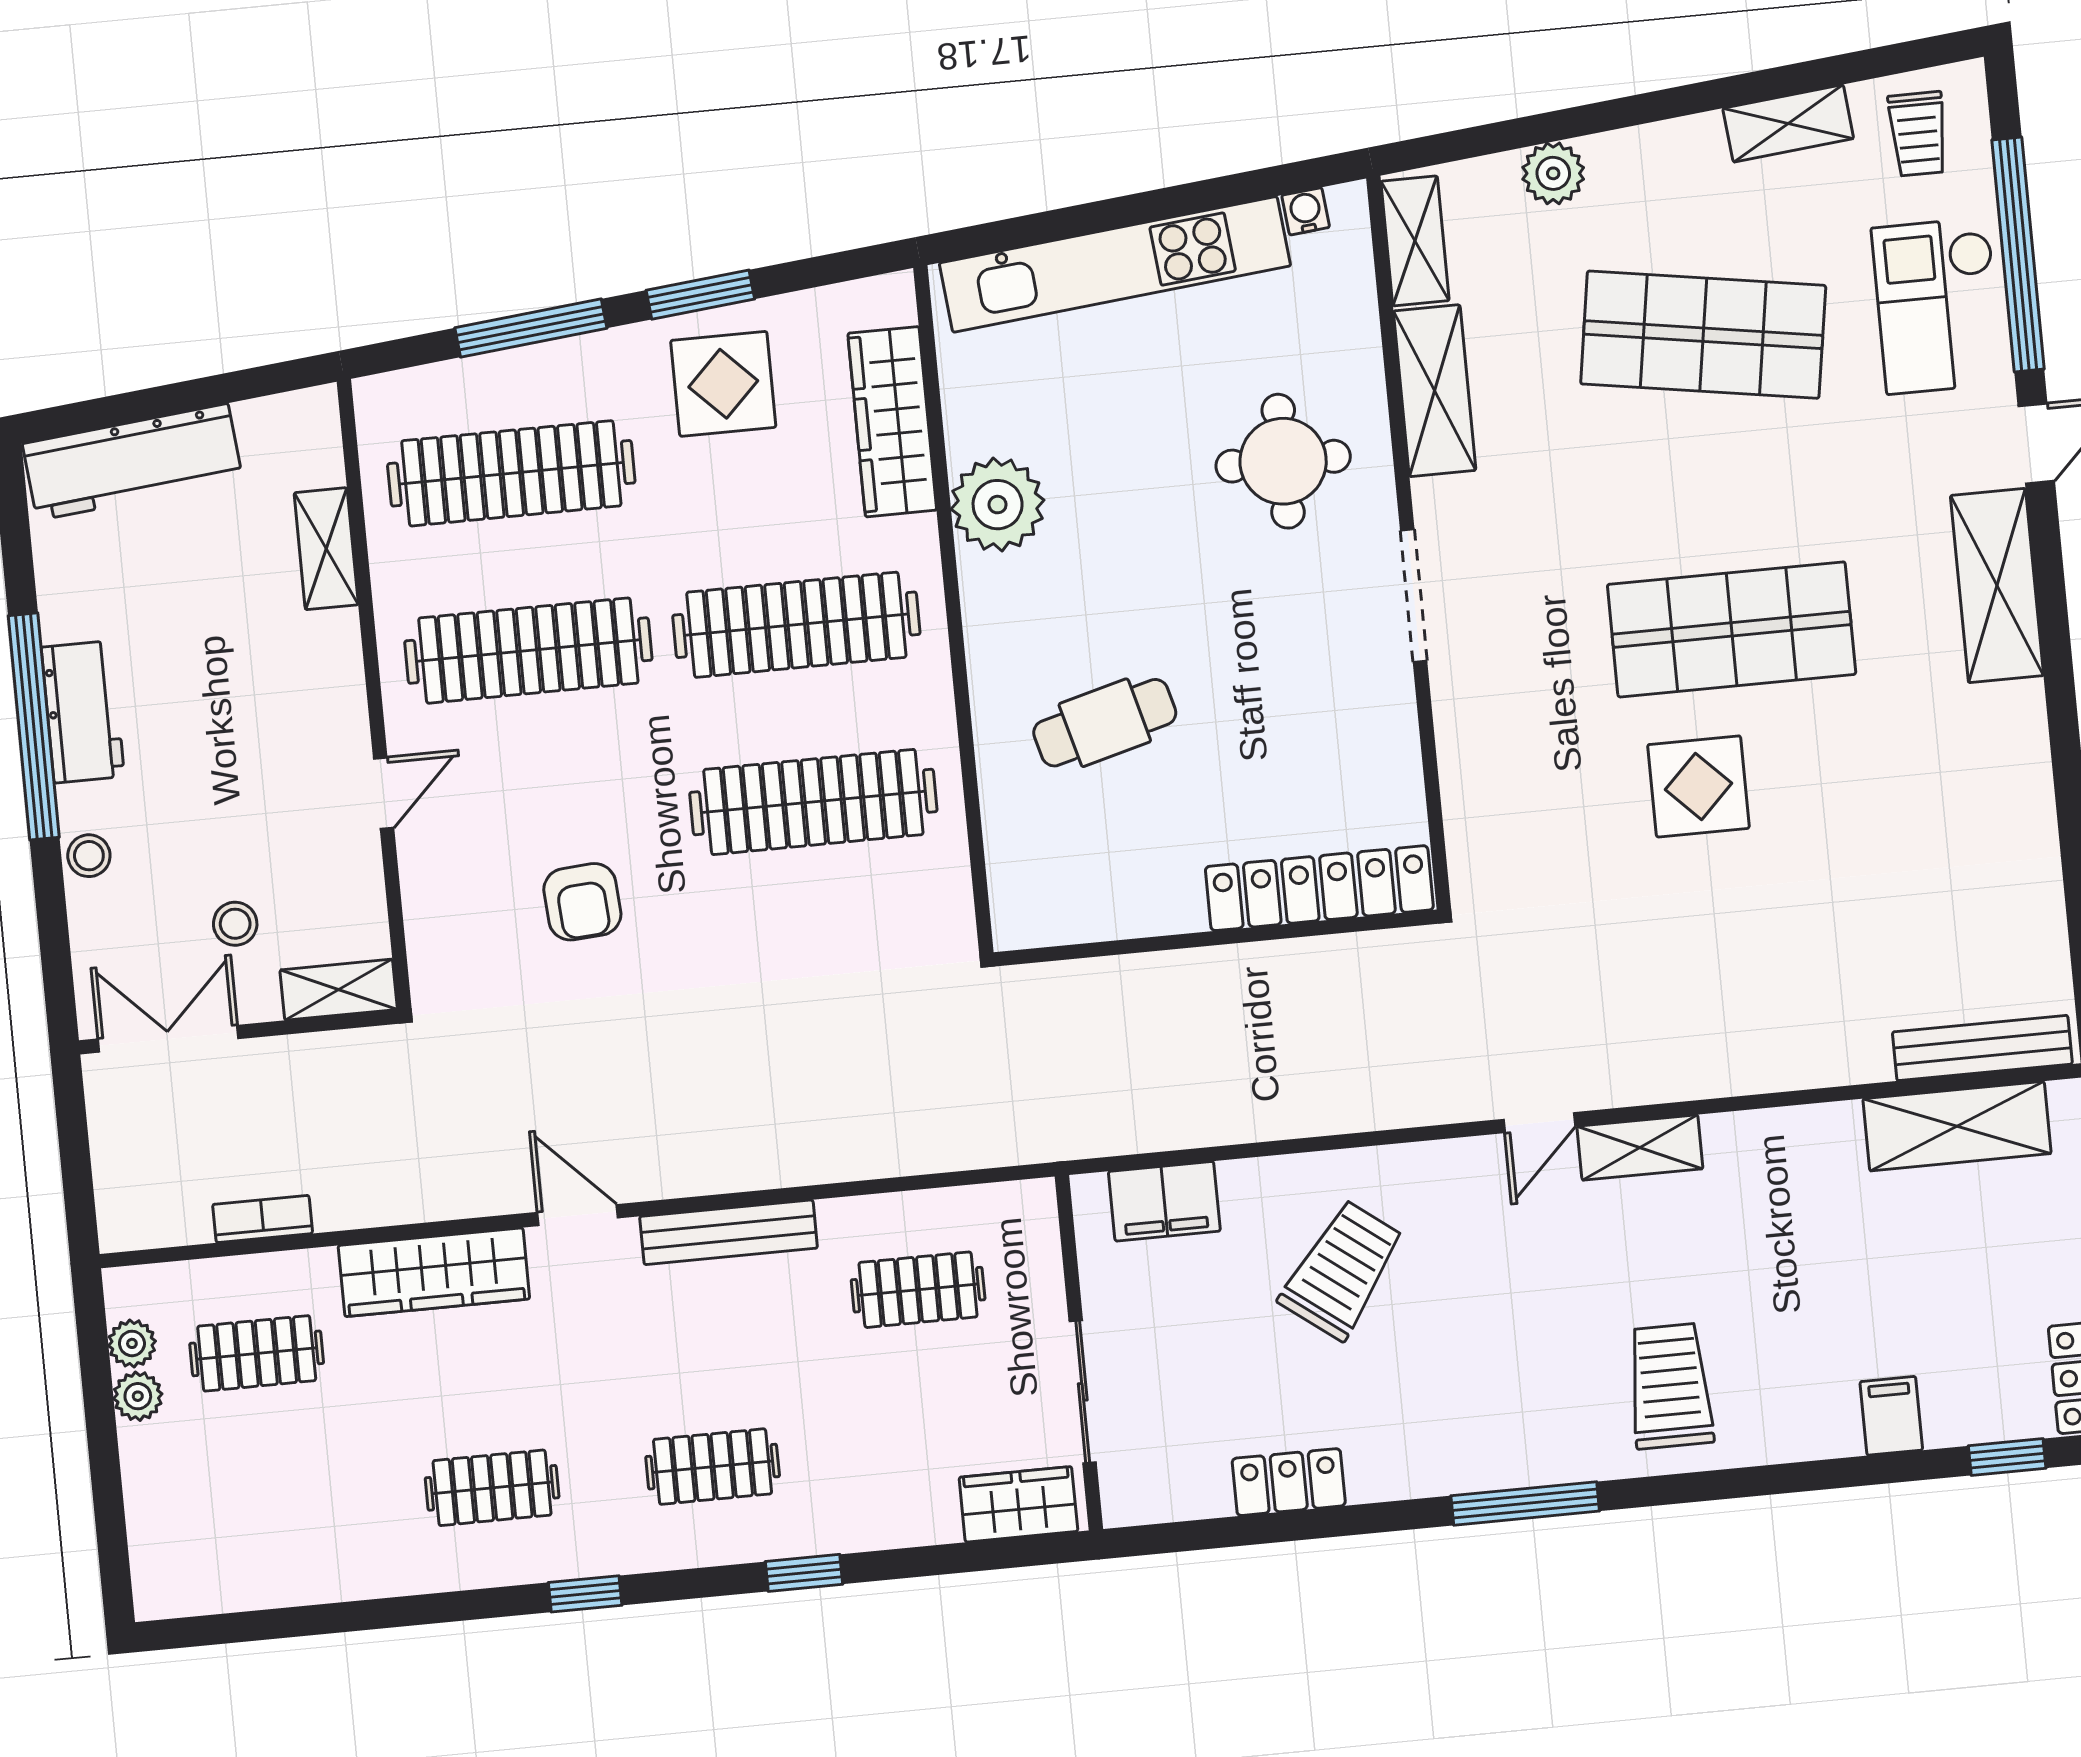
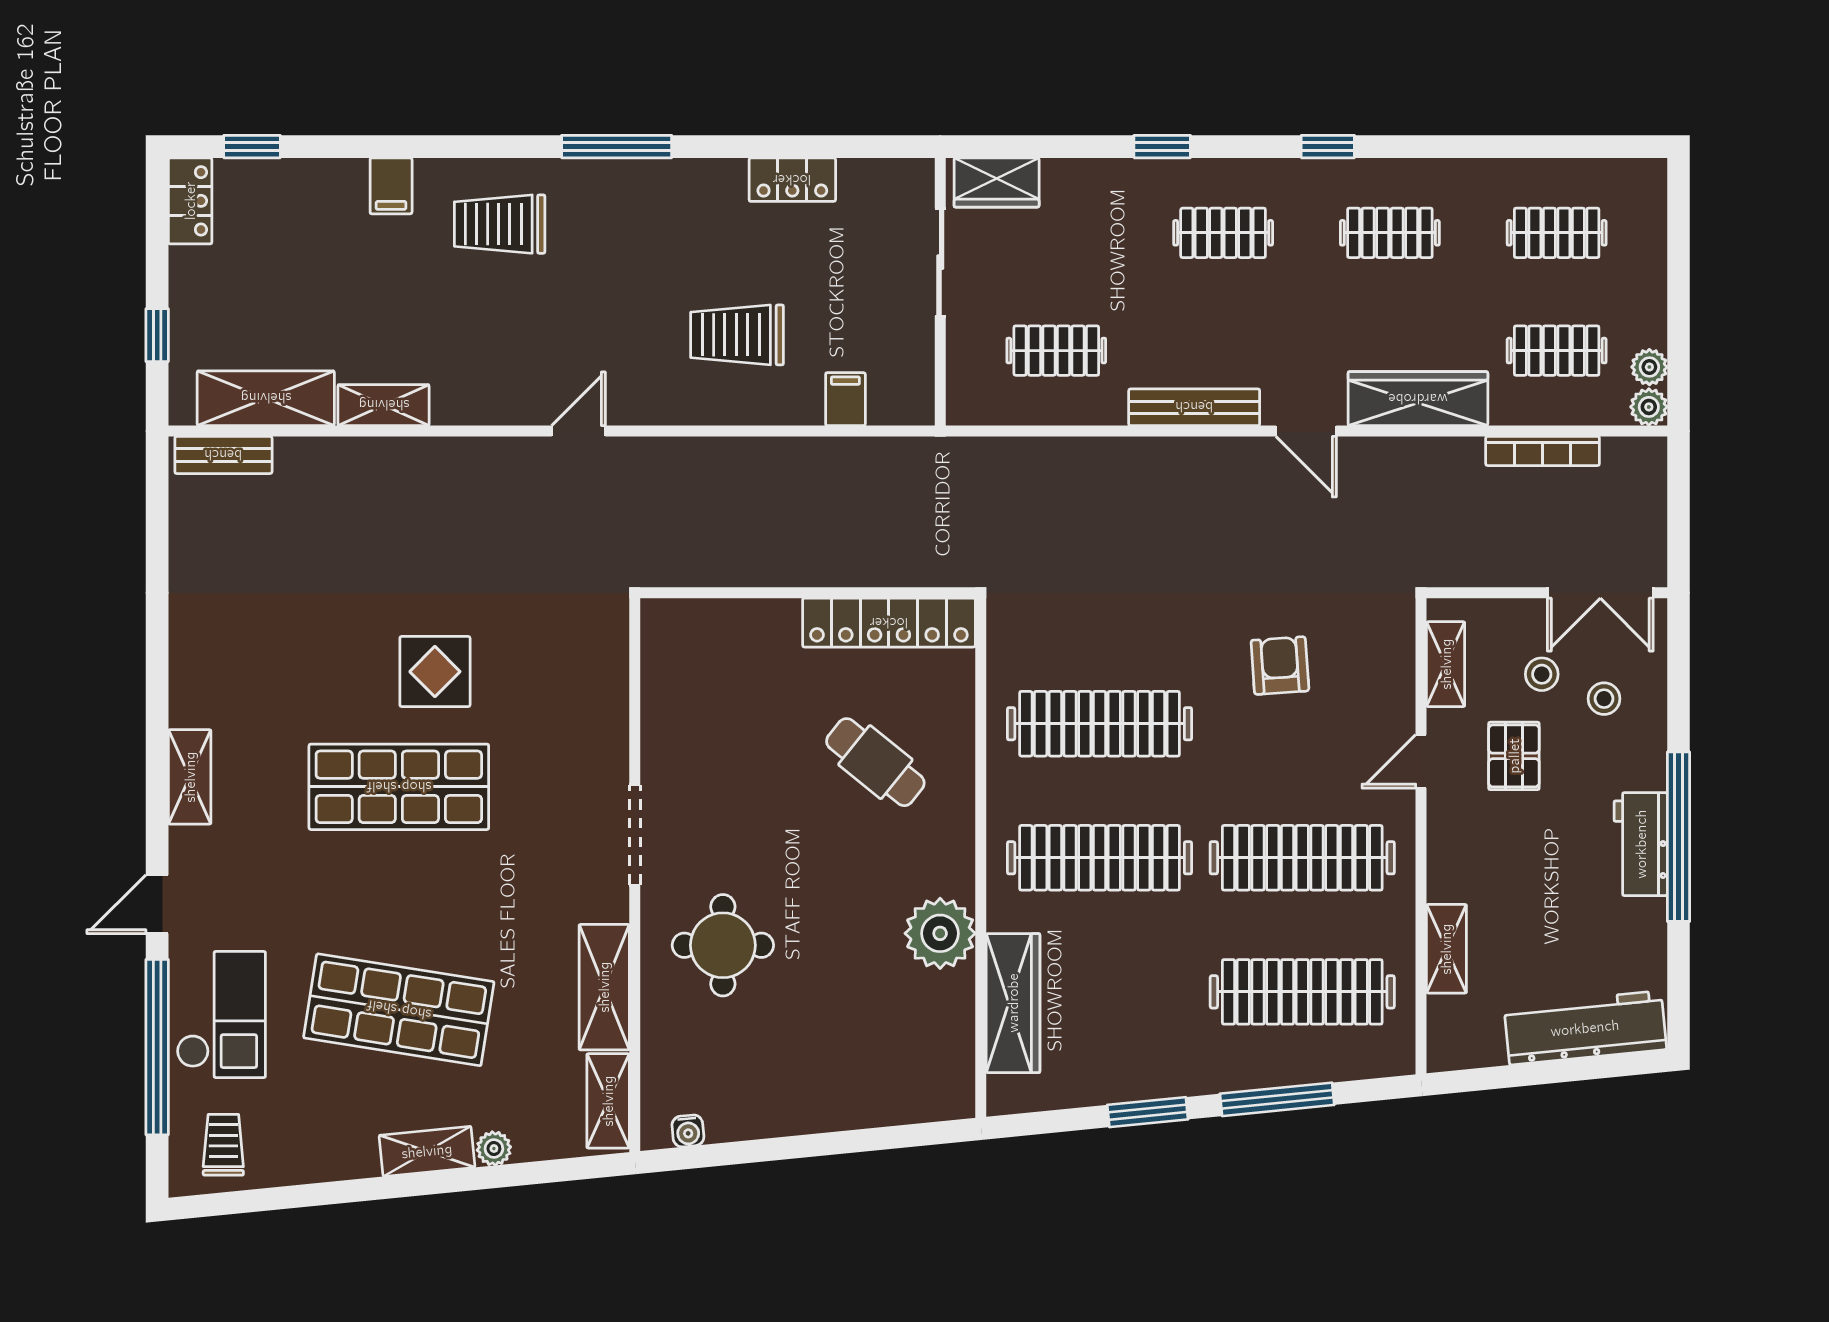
shelving: (1788, 123) -> (427, 1151), moved
plant: (1553, 173) -> (494, 1149), width x0.73, depth x0.73
kitchen unit: (1115, 264) -> (835, 1105), removed
display table: (723, 384) -> (1137, 1044), removed
shelving: (1997, 586) -> (190, 777), width x0.67, depth x0.75
cafe table: (1105, 723) -> (875, 762), turned 54
pallet: (262, 812) -> (1514, 756), added
stool: (89, 856) -> (1604, 699), moved
locker: (1319, 888) -> (889, 623), moved
shelving: (339, 990) -> (1446, 664), moved, turned 90
bench: (1982, 1048) -> (223, 455), width x0.73
shelving: (1640, 1148) -> (384, 405), moved
filing cabinet: (1164, 1201) -> (845, 399), width x0.50
bookcase: (263, 1219) -> (1543, 451), width x1.56
trolley: (1342, 1270) -> (737, 335), turned 53
trolley: (1670, 1386) -> (500, 224), turned 90
plant: (138, 1396) -> (1649, 407), moved
filing cabinet: (1891, 1416) -> (391, 186), moved
clothes rail: (272, 1509) -> (1557, 233), added

